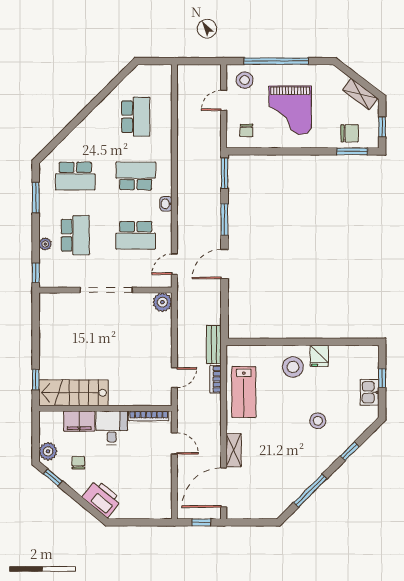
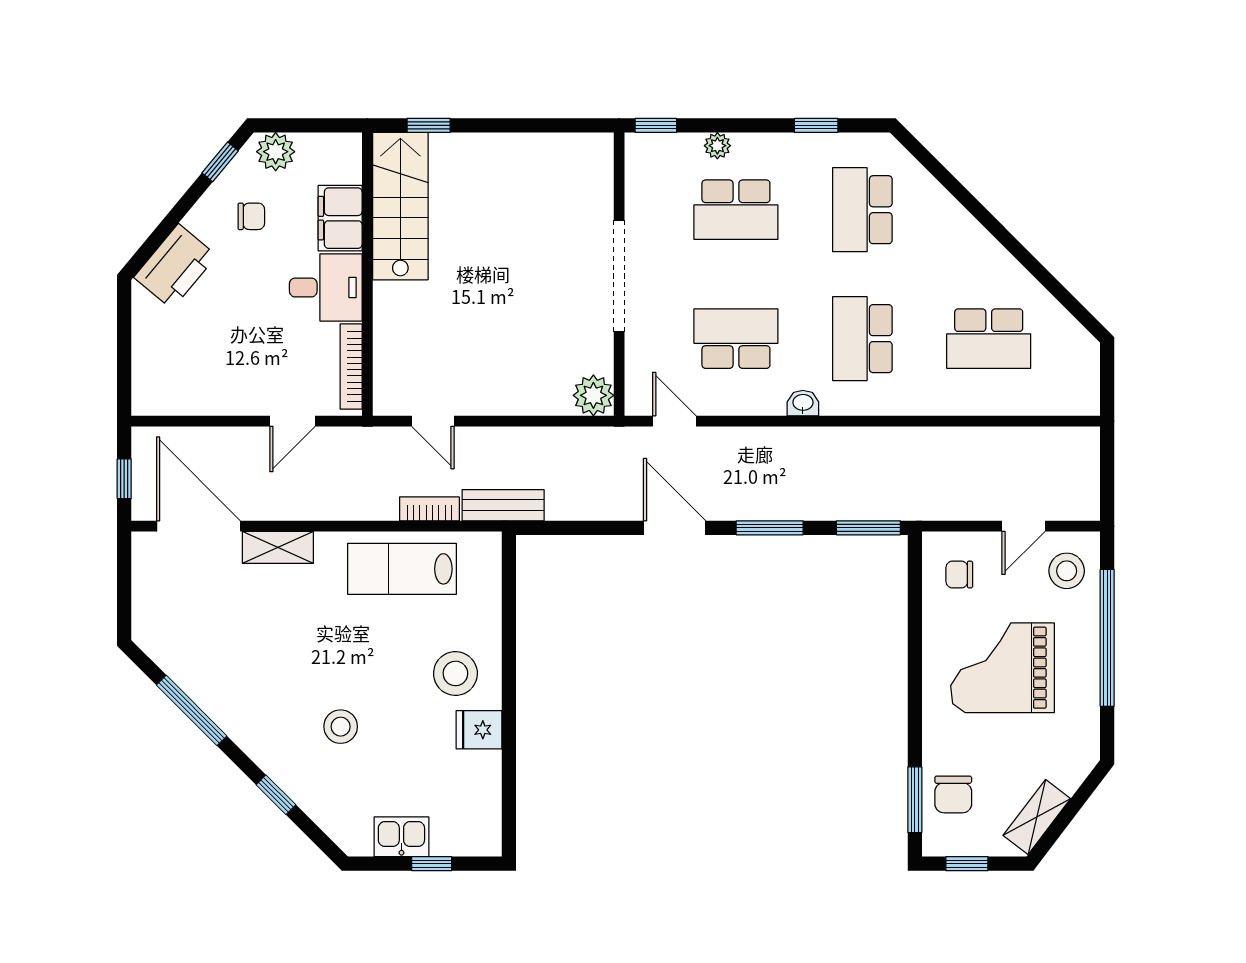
door: (224, 100) -> (1023, 526), swing flipped
school desk: (136, 176) -> (862, 339), turned 180
window: (36, 198) -> (816, 125), width x0.67
school desk: (136, 235) -> (736, 339), turned 90

